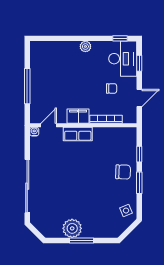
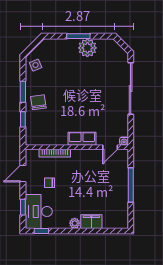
filing cabinet: (78, 116) -> (91, 222), moved, turned 180
chair: (123, 172) -> (38, 102), turned 80

